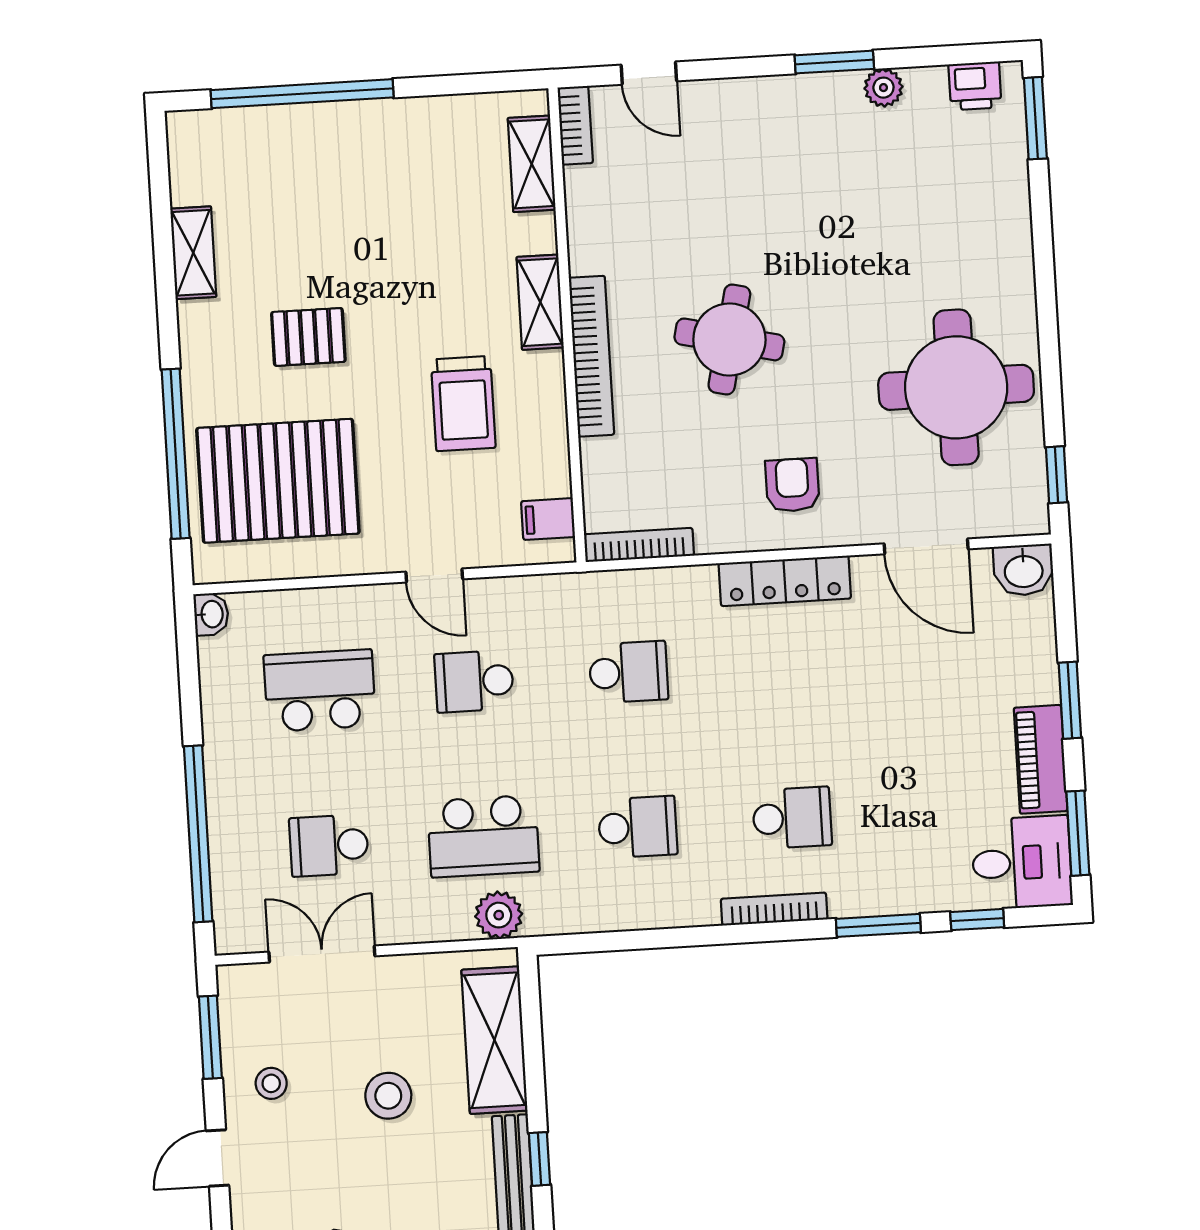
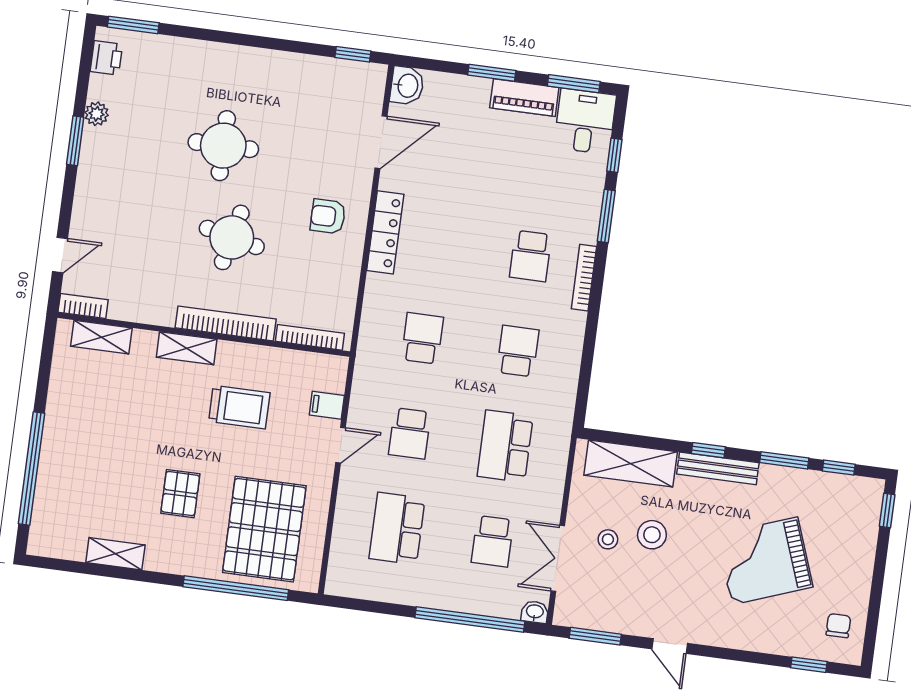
round table: (956, 387) -> (223, 146), moved, width x0.73, depth x0.73
filing cabinet: (548, 519) -> (327, 405), moved, turned 90
bookcase: (639, 545) -> (310, 337), moved, turned 90
washbasin: (211, 614) -> (535, 612), moved
school desk: (792, 818) -> (531, 256), turned 180
school desk: (483, 836) -> (505, 446), turned 180
plant: (499, 915) -> (555, 446), removed
stool: (271, 1083) -> (608, 539), moved

